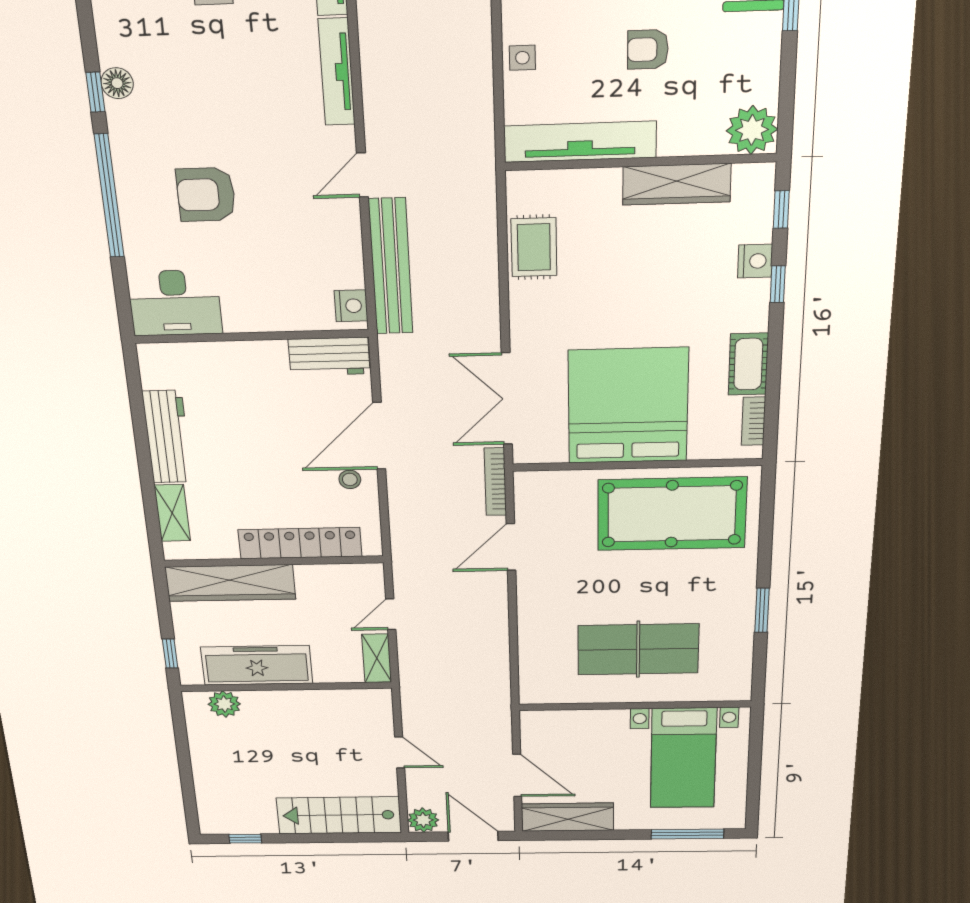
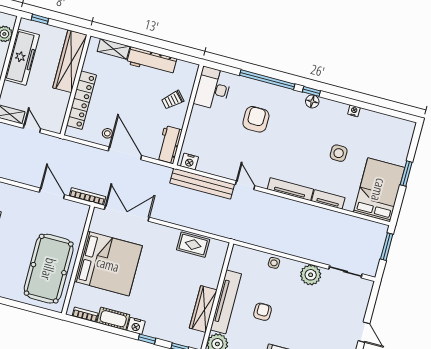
tv unit: (580, 142) -> (226, 302), moved
nightstand: (755, 261) -> (136, 326), moved
trolley: (231, 375) -> (173, 100), added

